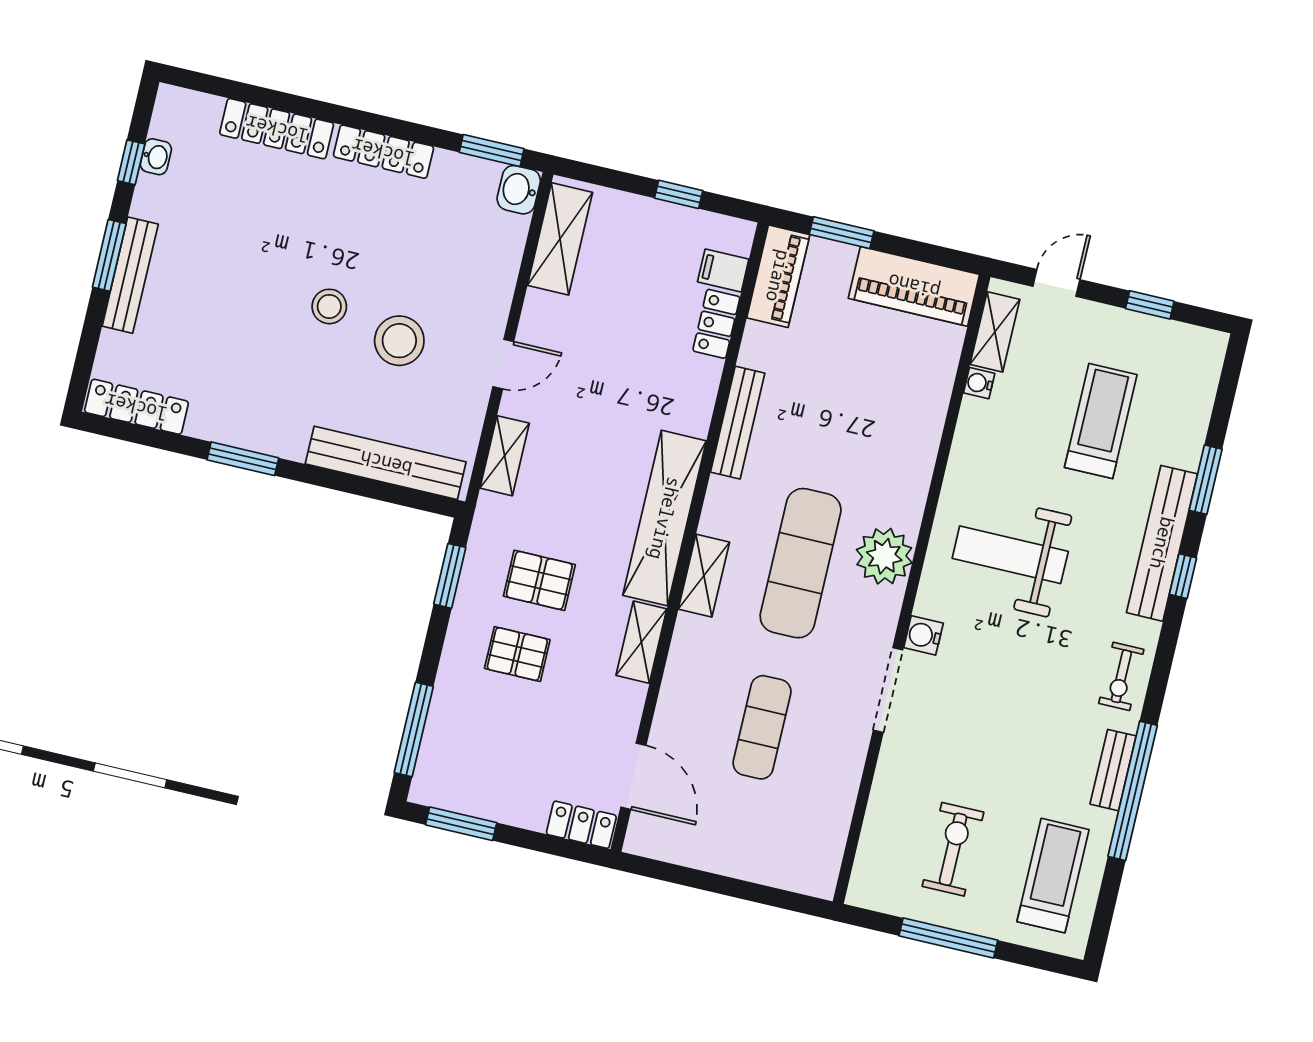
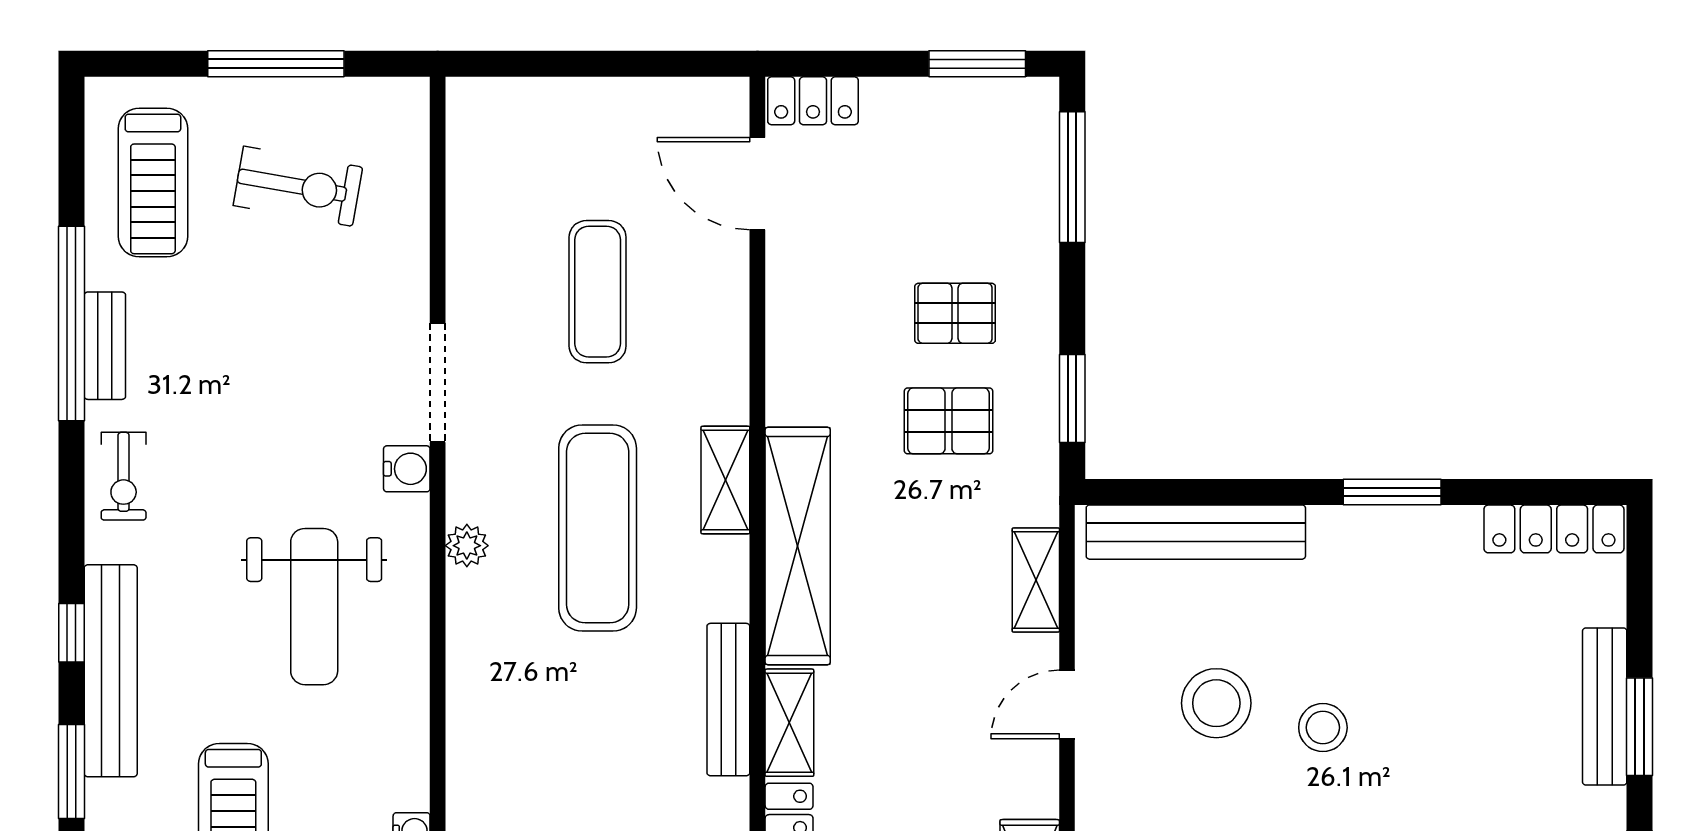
weight bench: (1010, 555) -> (314, 607), turned 90
plant: (884, 556) -> (467, 546), width x0.53, depth x0.53
shelving: (641, 642) -> (789, 723), moved
exercise bike: (1121, 676) -> (124, 476), turned 180
exercise bike: (953, 849) -> (298, 186), turned -80

